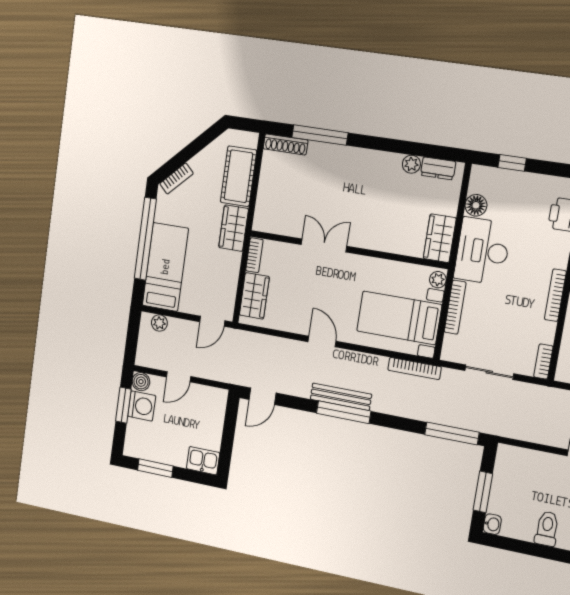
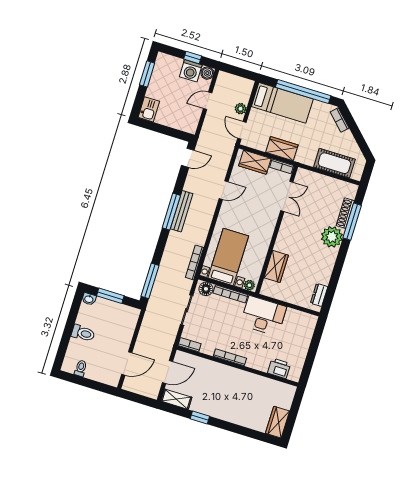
shoe rack: (285, 144) -> (345, 213), moved
window: (512, 163) -> (315, 341), removed
plant: (411, 164) -> (332, 237), moved, width x1.88, depth x1.88
floor lamp: (476, 205) -> (206, 289), moved
wardrobe: (234, 228) -> (282, 149), moved
wardrobe: (440, 238) -> (276, 266), moved, turned 90
double door: (324, 245) -> (287, 196), moved
plant: (159, 323) -> (241, 109), moved
door: (322, 341) -> (224, 190), moved
door: (179, 377) -> (208, 101), hinge flipped
door: (263, 396) -> (188, 158), swing flipped
window: (123, 405) -> (193, 58), width x0.67

